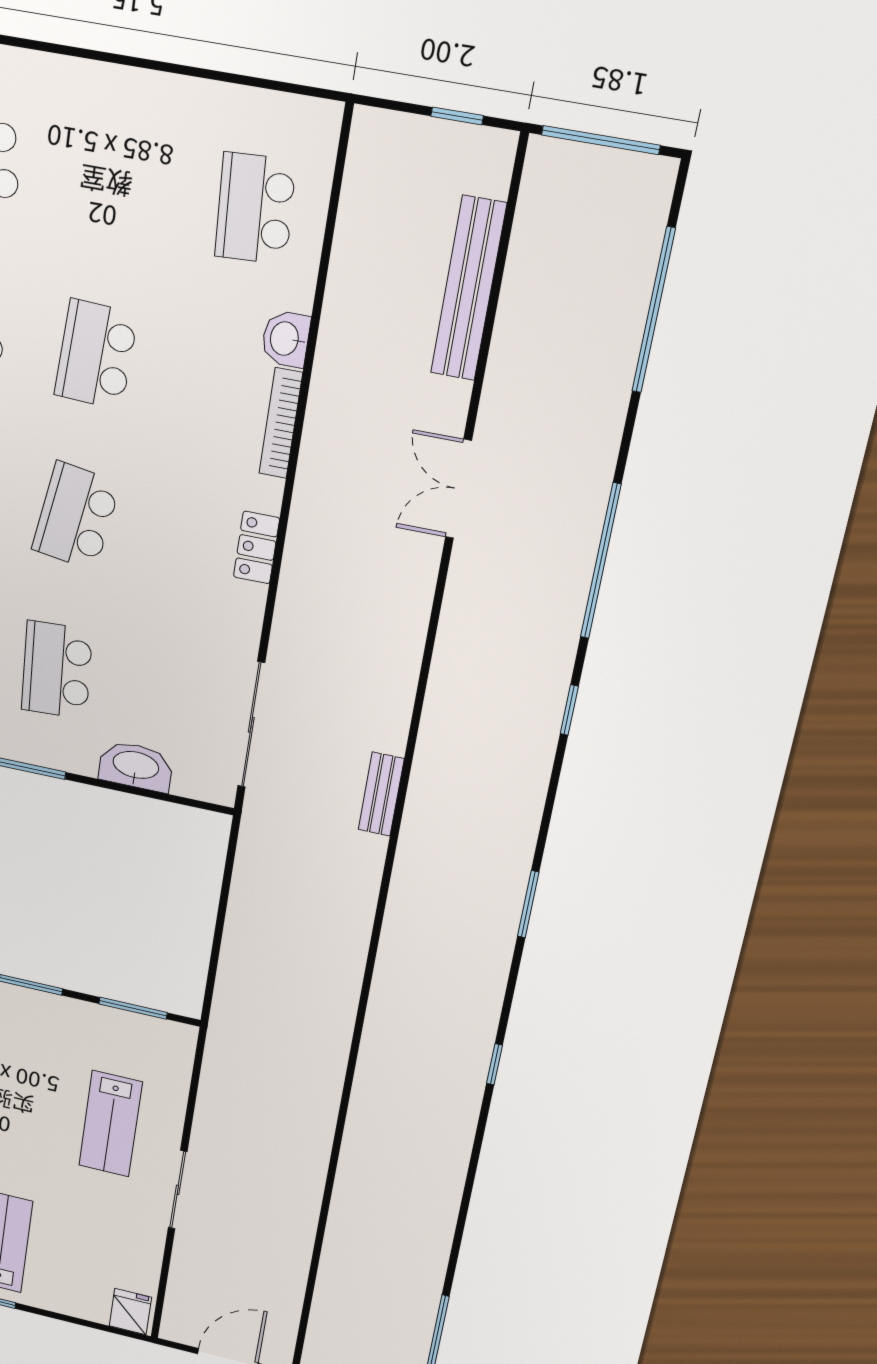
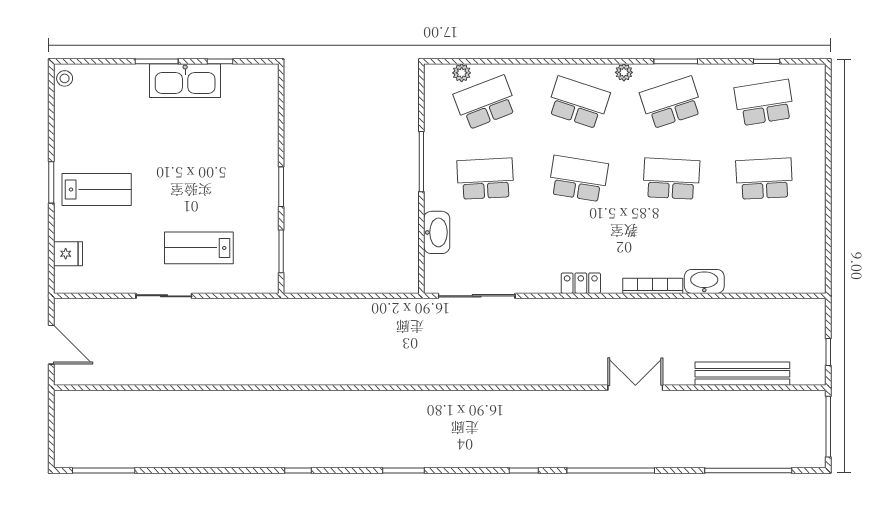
school desk: (255, 208) -> (764, 179), moved
washbasin: (286, 339) -> (704, 281), width x1.38
bench: (381, 794) -> (451, 376), removed
fridge: (130, 1312) -> (68, 254), moved

